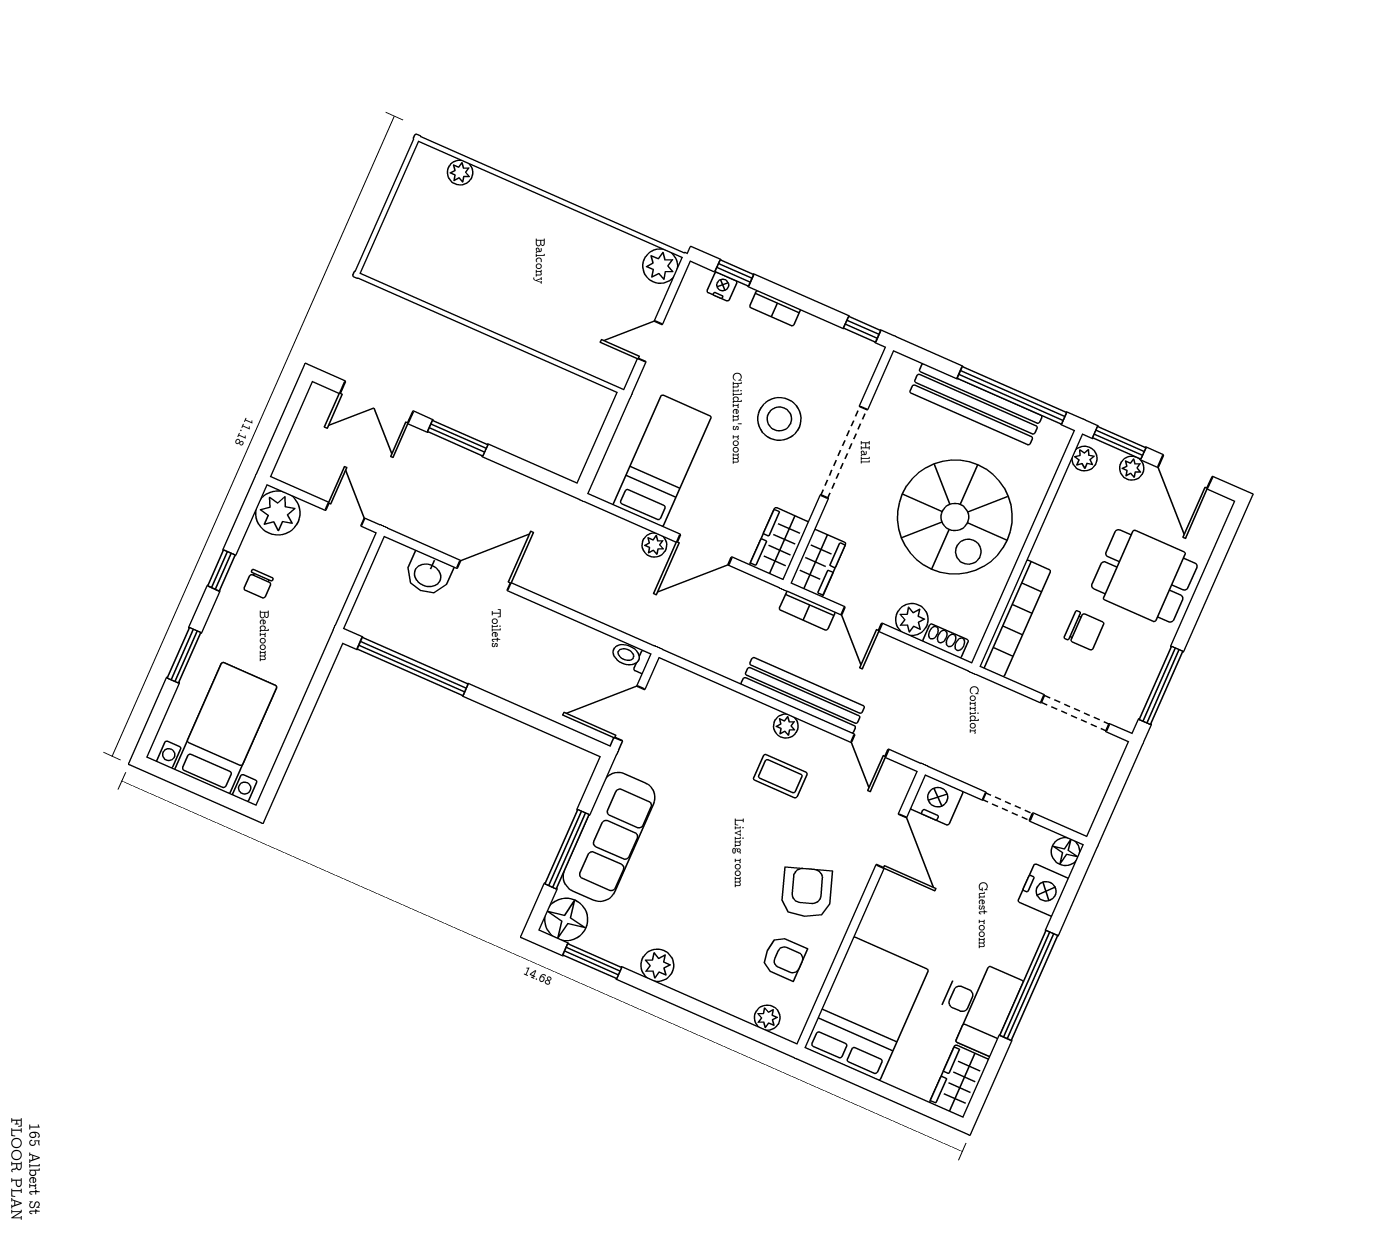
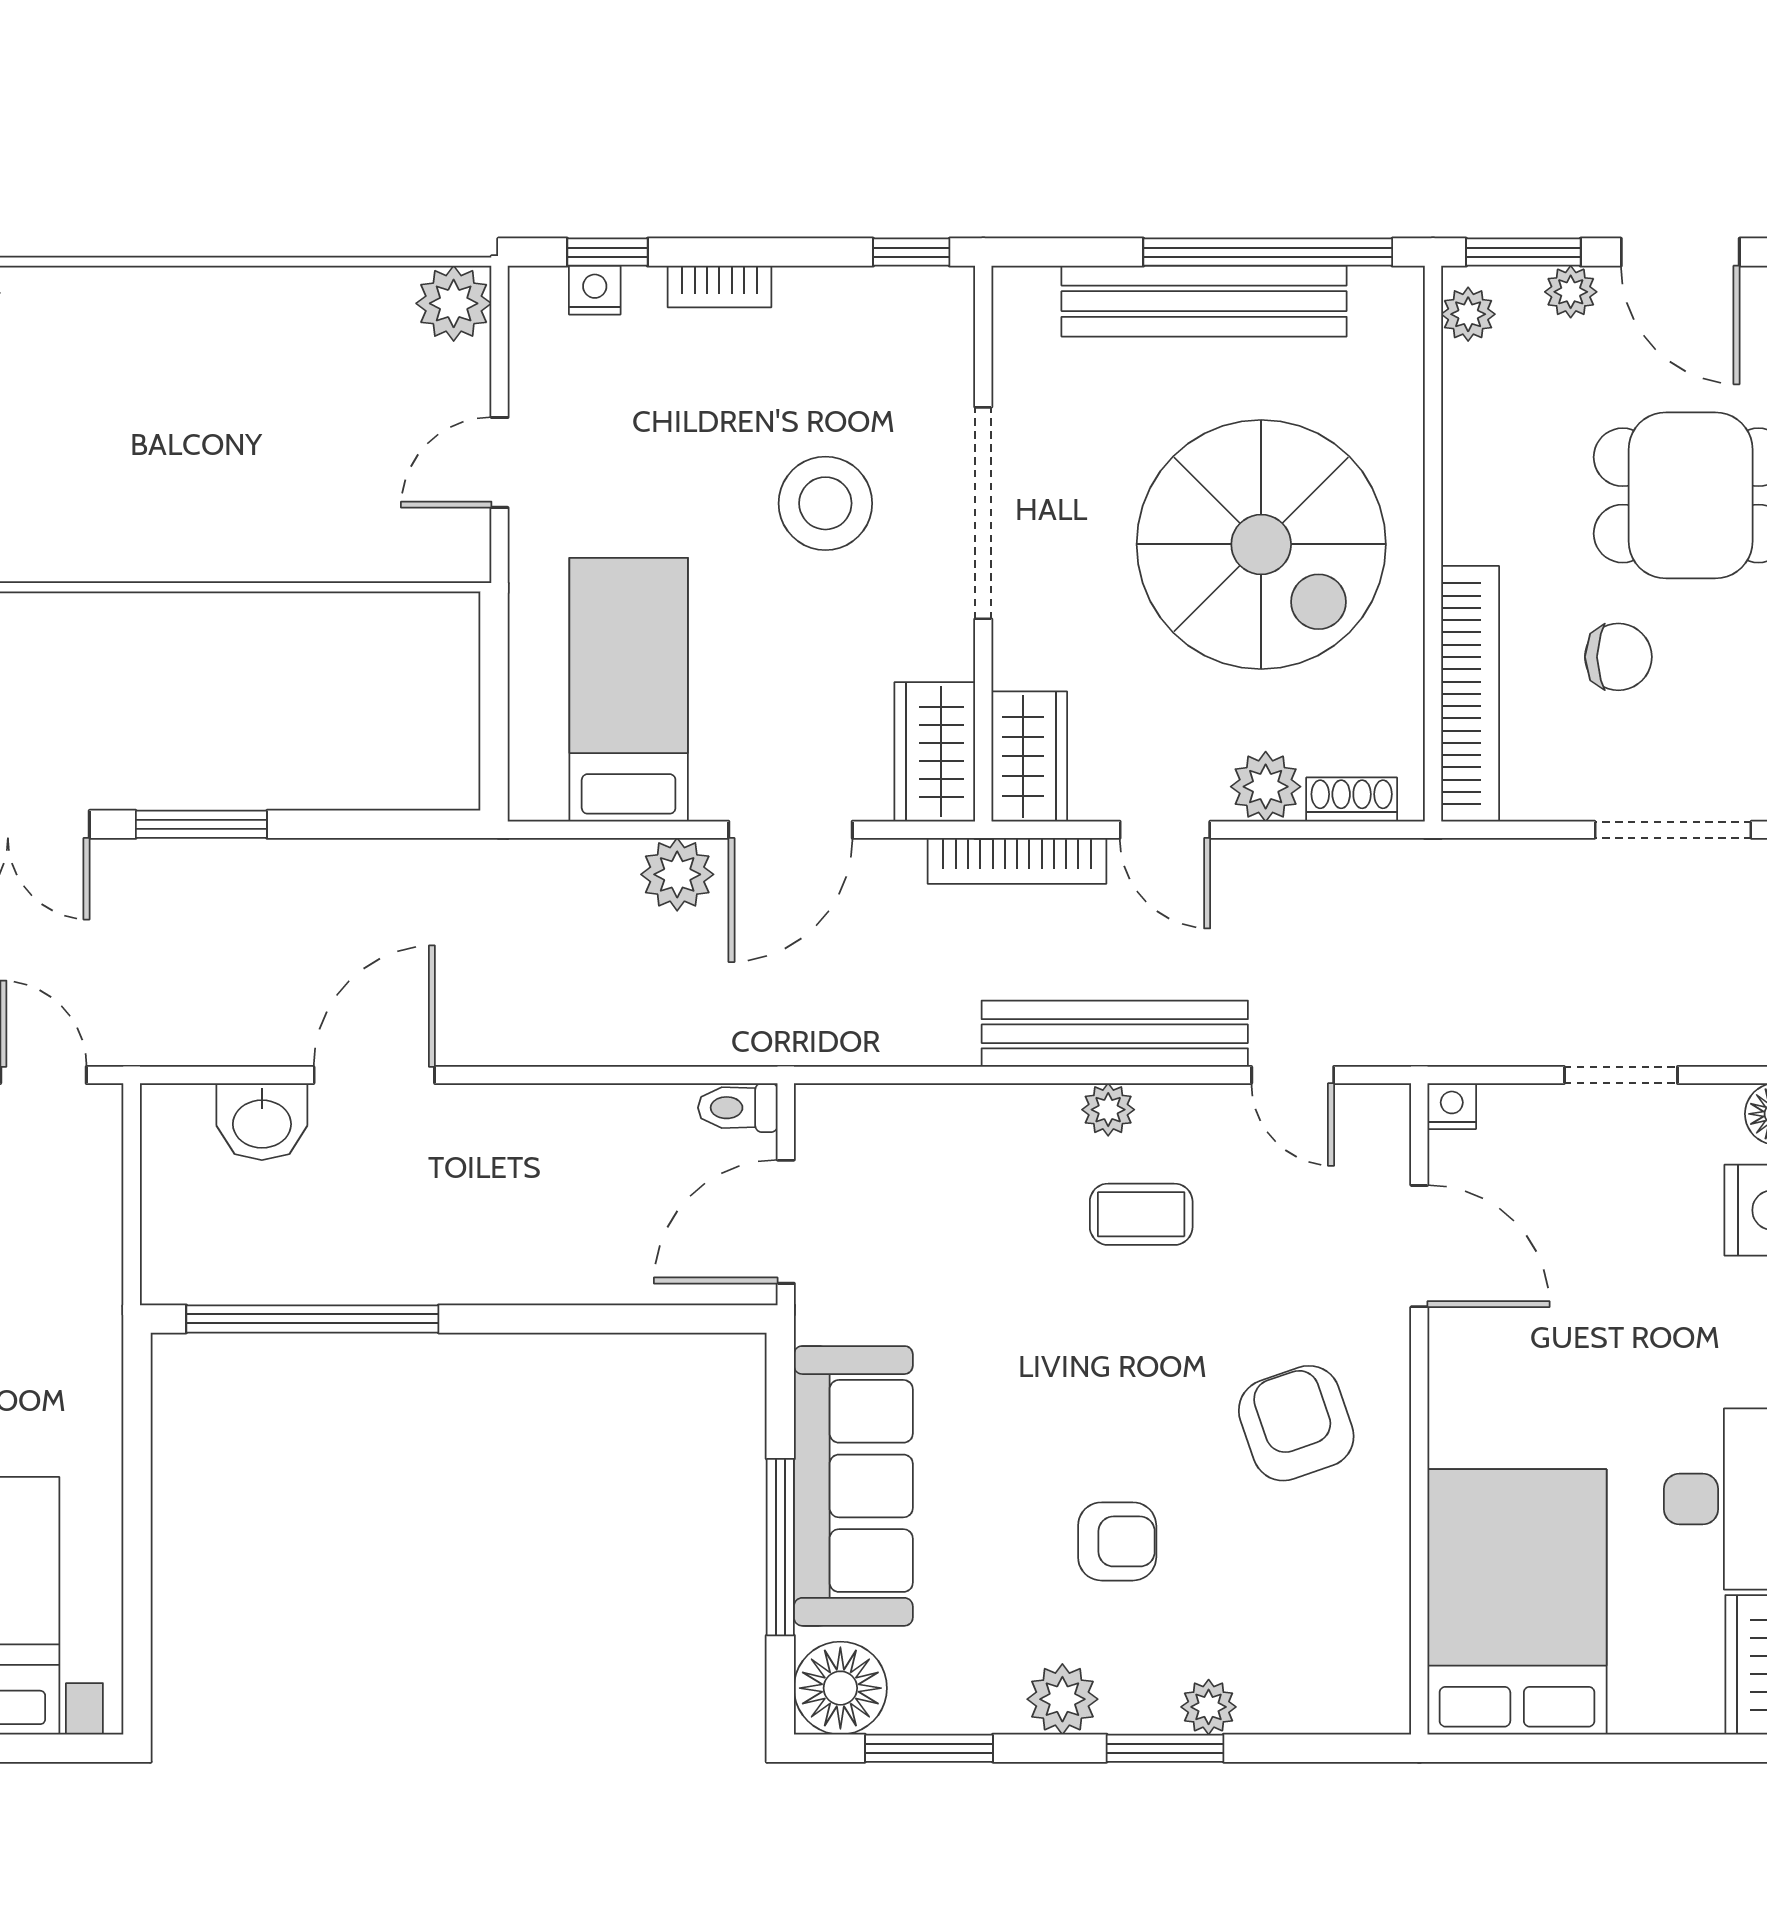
plant: (654, 545) -> (677, 874), width x1.38, depth x1.38
bookcase: (807, 611) -> (1017, 861), width x1.56
nightstand: (937, 800) -> (1452, 1106), width x0.53, depth x0.56
armchair: (784, 958) -> (1117, 1541), moved
window: (691, 1005) -> (1165, 1748), added
plant: (767, 1018) -> (1209, 1707), moved

